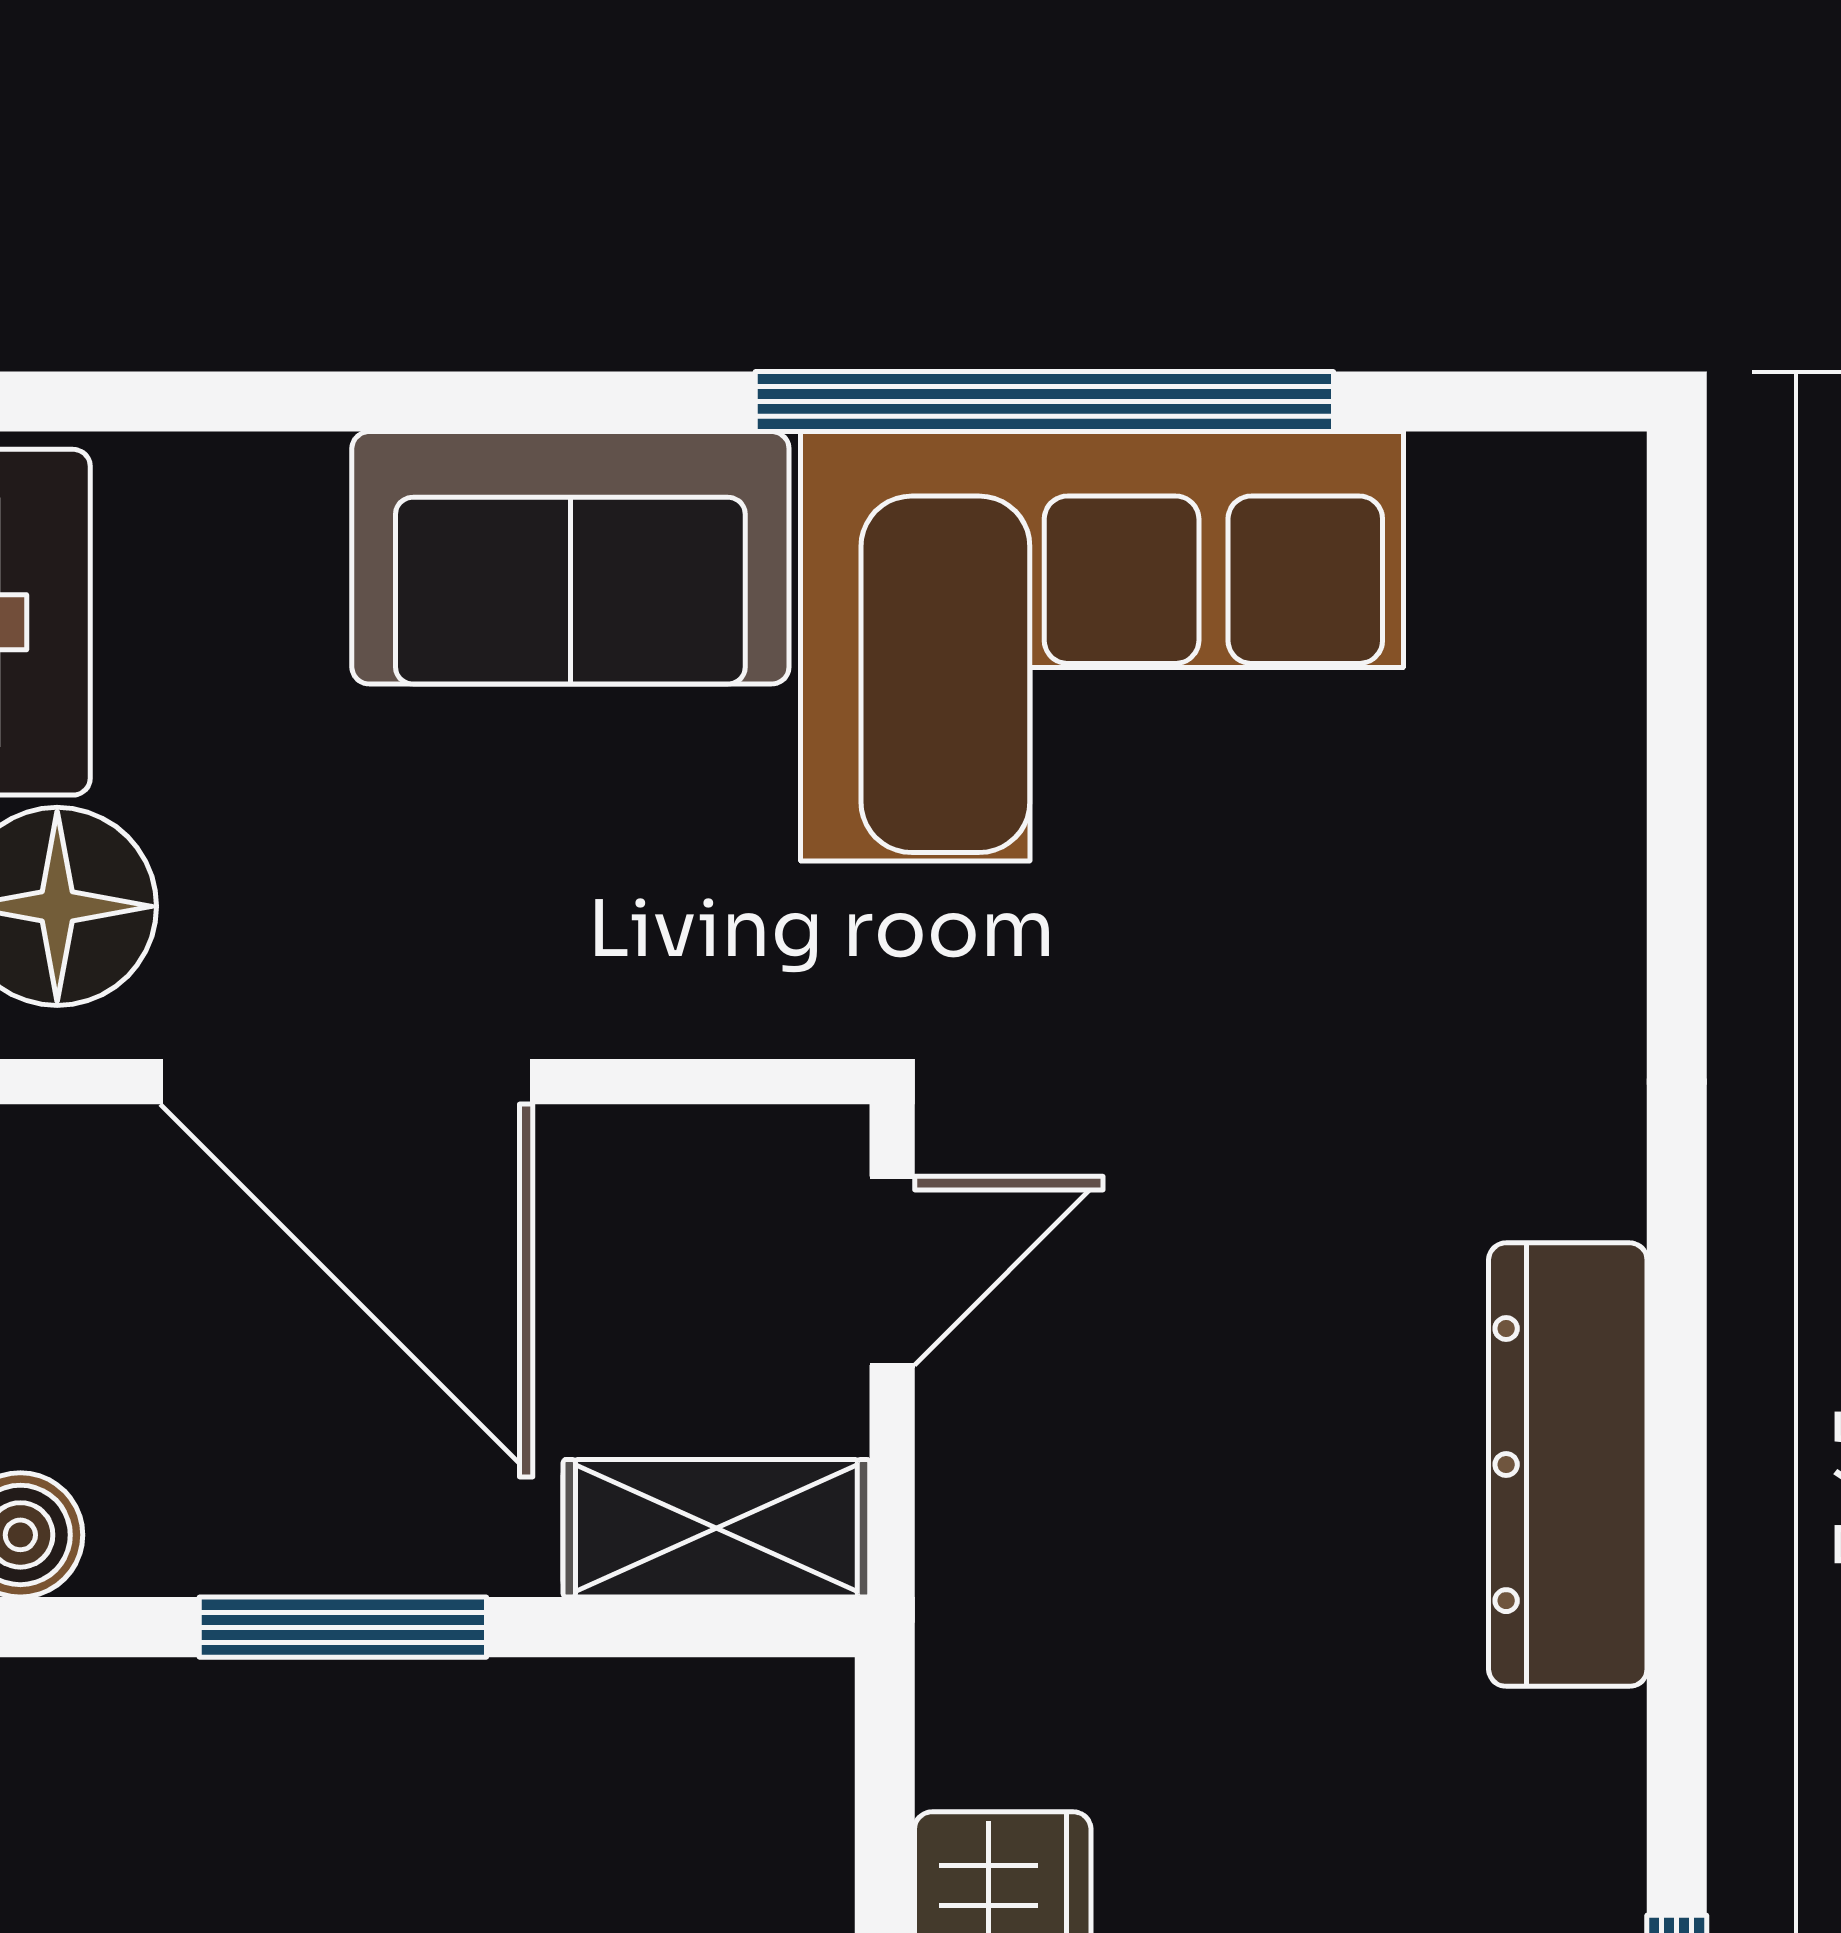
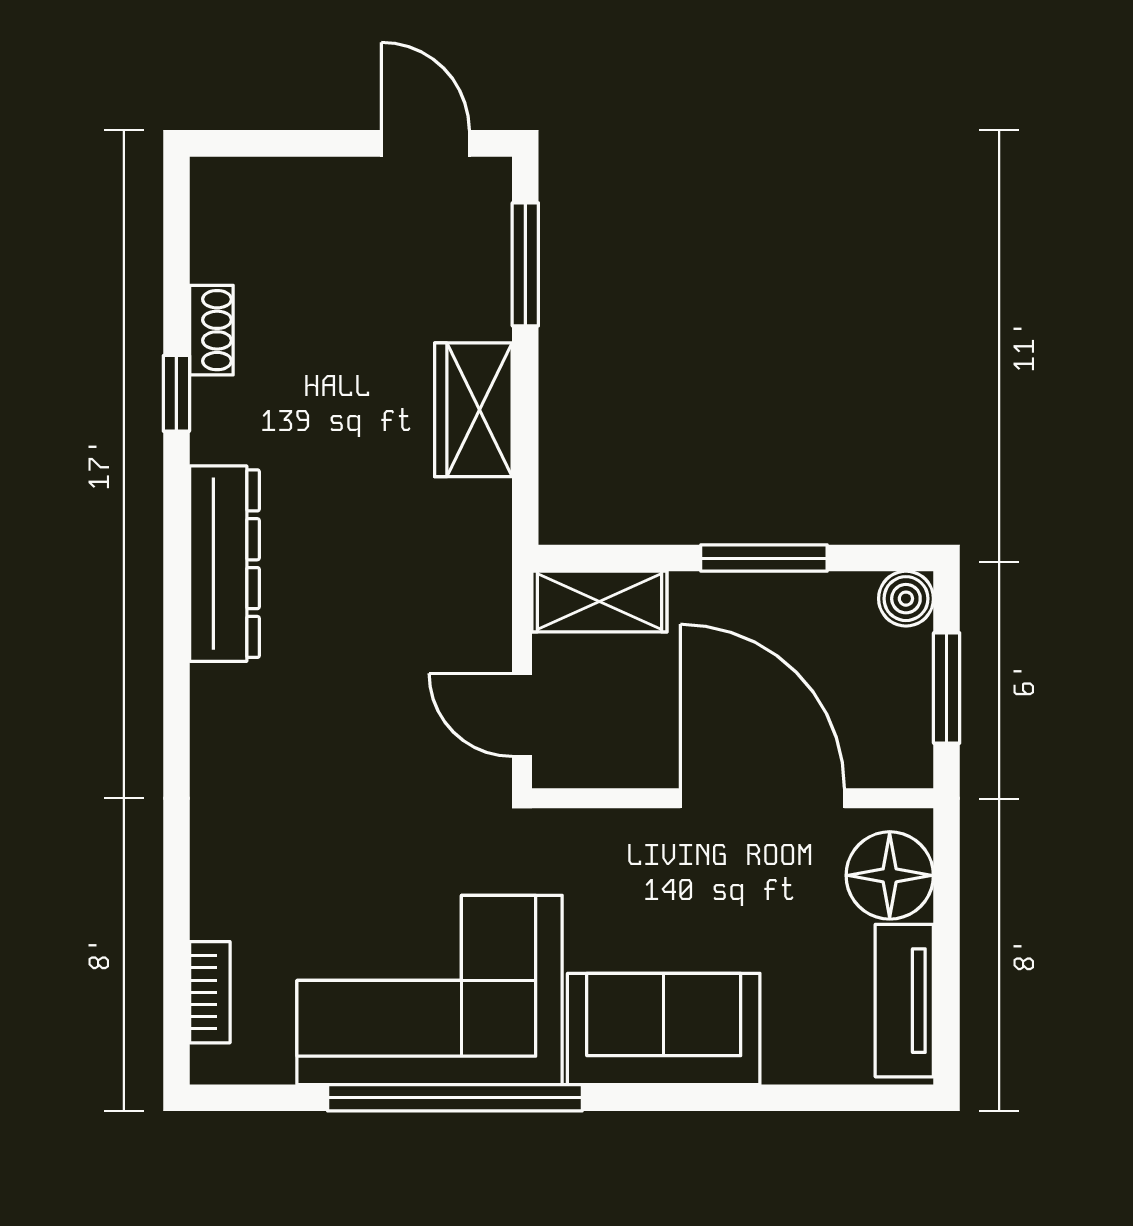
bookcase: (1601, 641) -> (210, 992), added
door: (892, 1271) -> (522, 715), hinge flipped
dresser: (1568, 1465) -> (224, 564), moved

